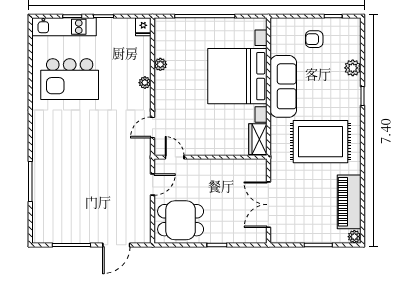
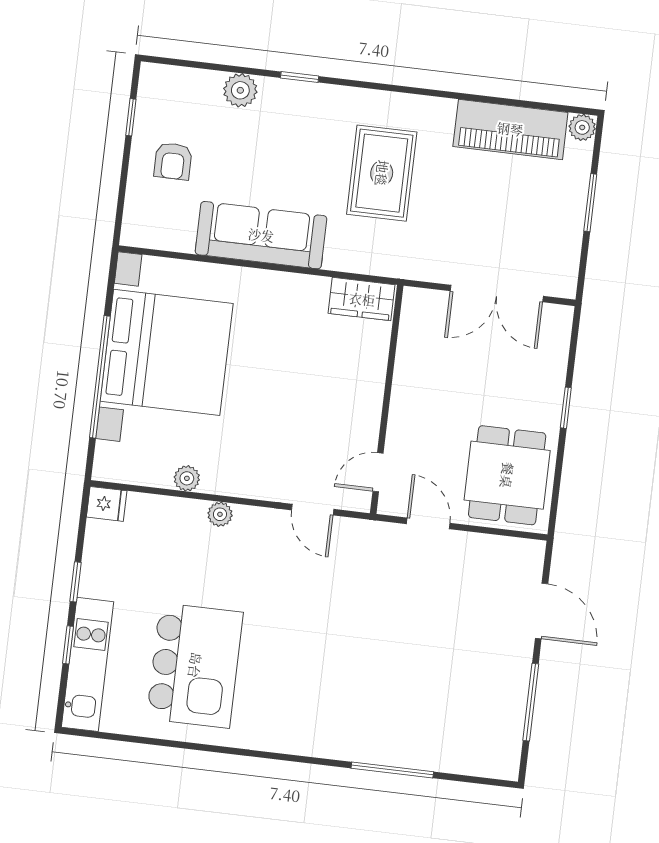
bed with nightstands: (237, 76) -> (167, 352), moved, turned -90
rug: (320, 142) -> (382, 173), width x0.73, depth x0.69

